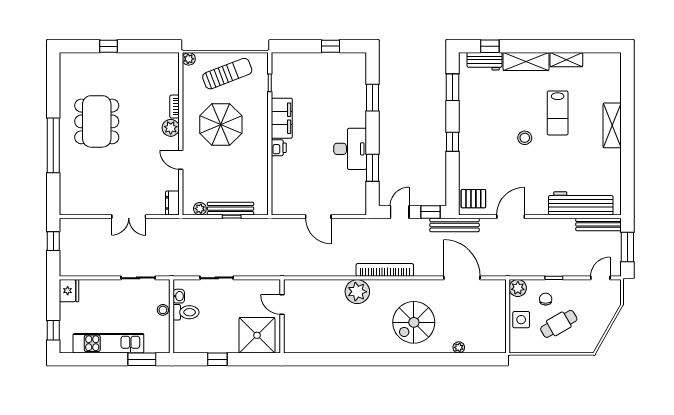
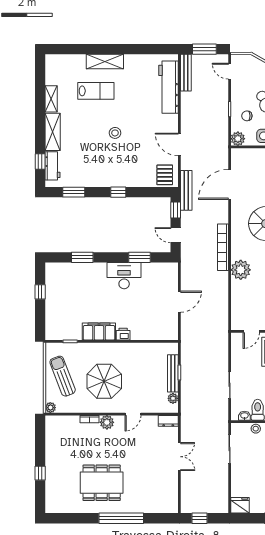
lab bench: (558, 113) -> (96, 91), moved

